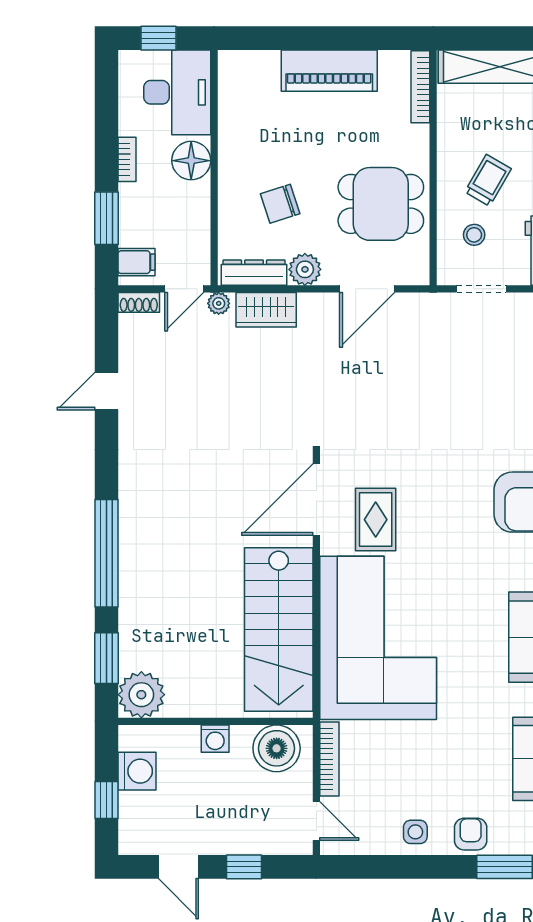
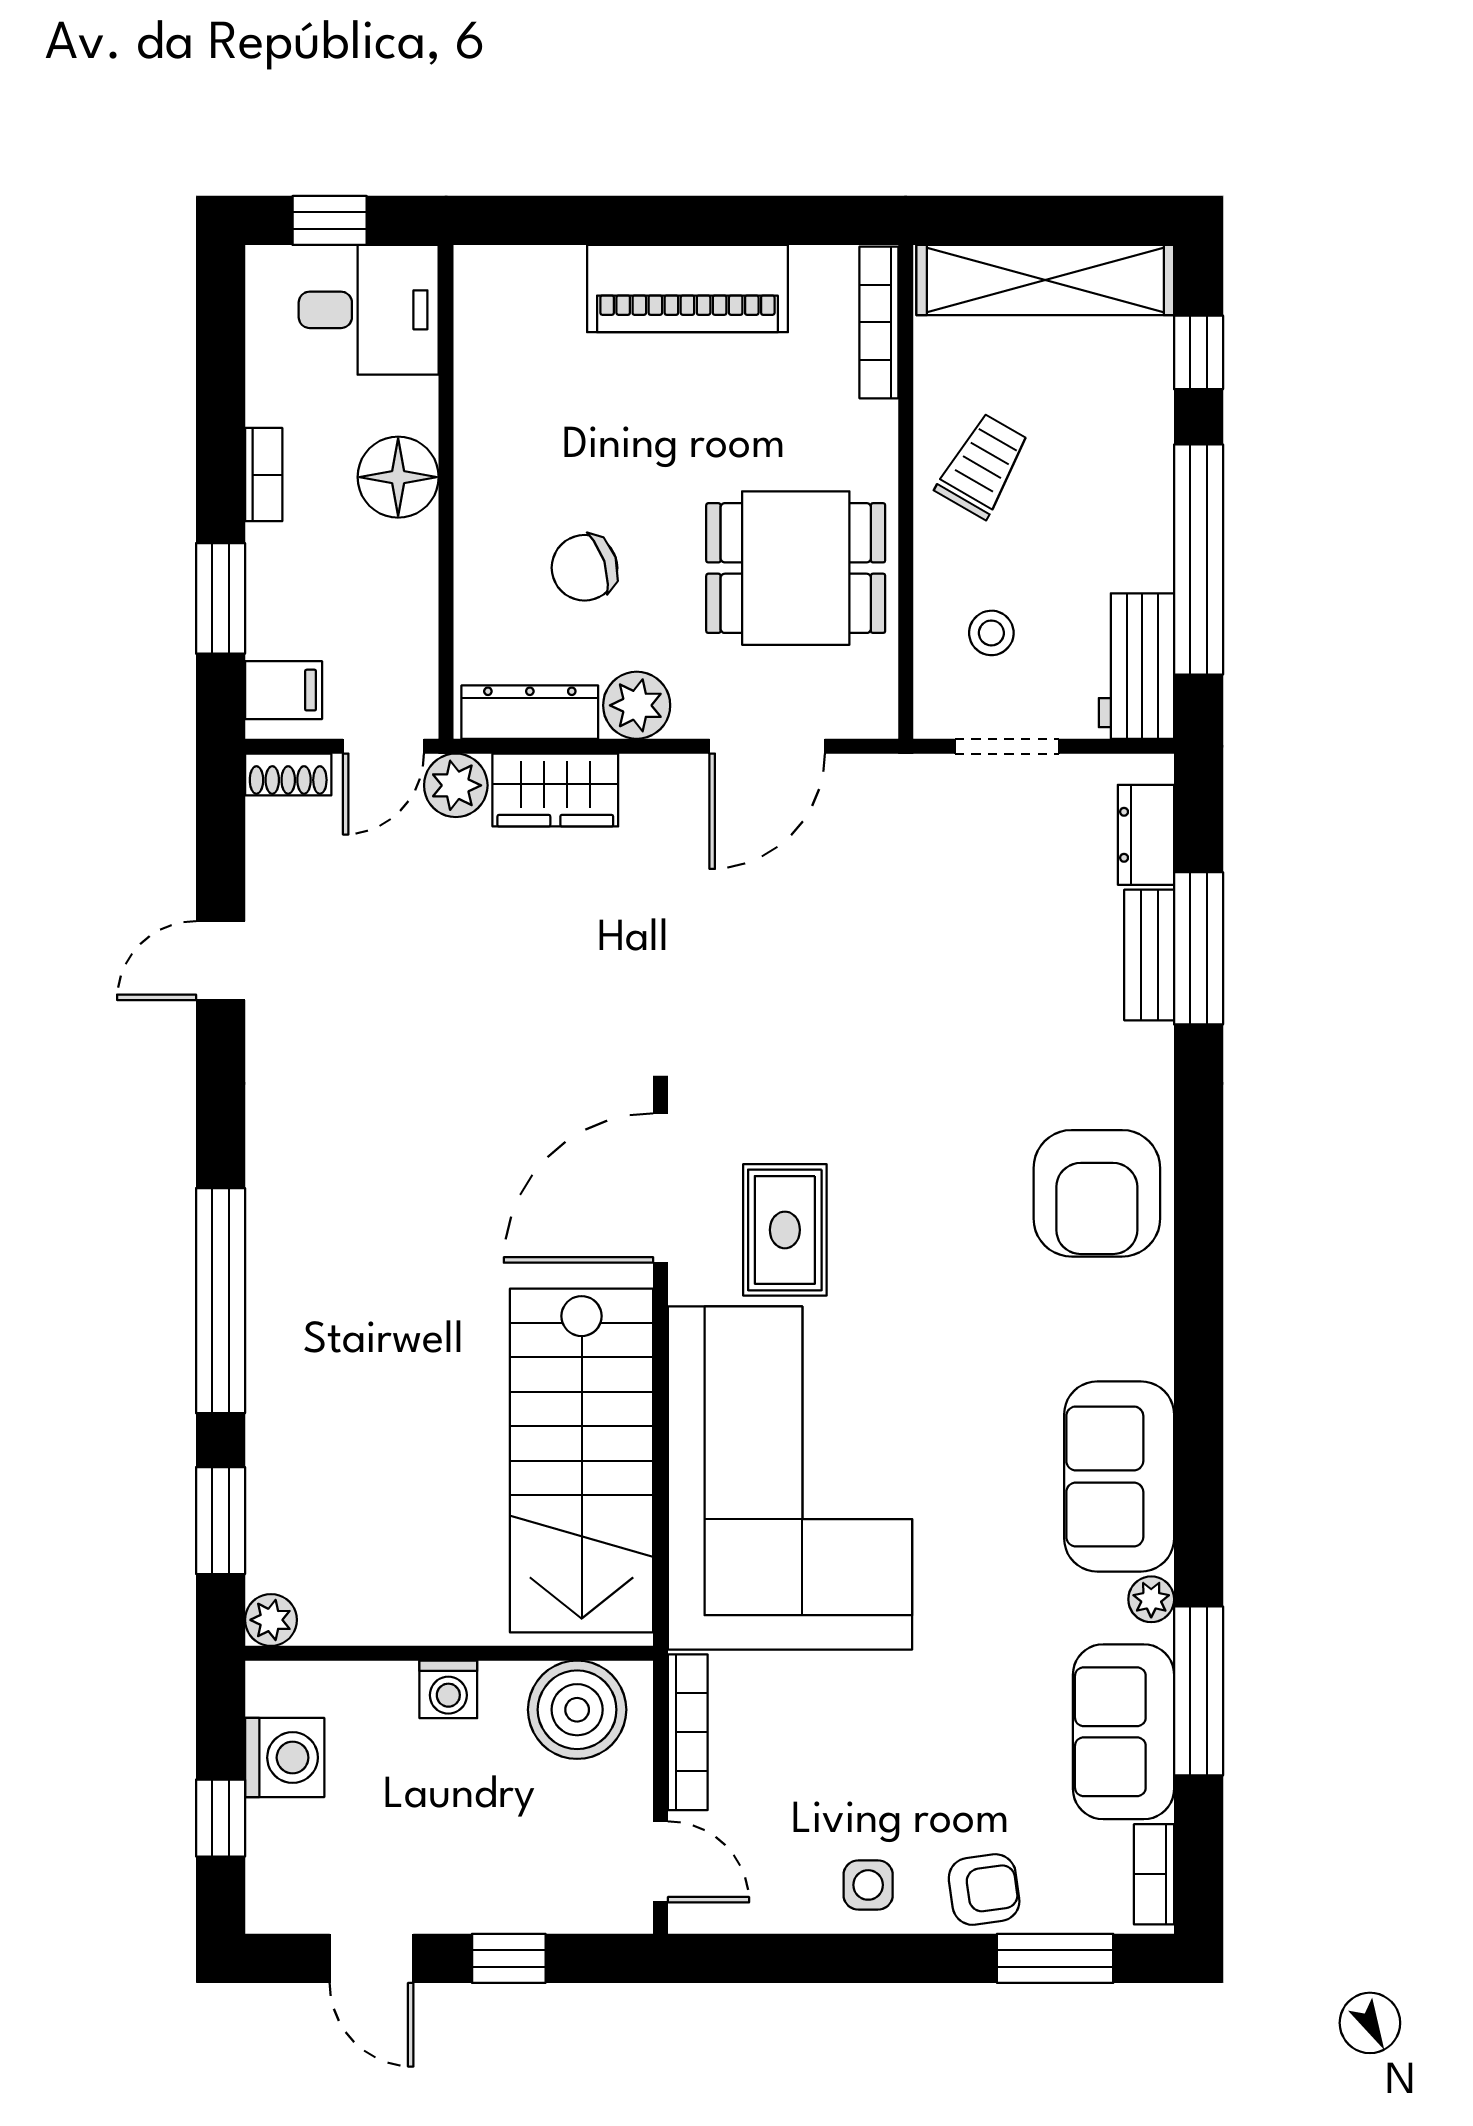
desk: (177, 92) -> (369, 310), width x0.73
trolley: (488, 180) -> (983, 466), moved
plant: (219, 303) -> (456, 785), width x1.38, depth x1.38
plant: (141, 695) -> (271, 1620), width x0.53, depth x0.53
armchair: (471, 834) -> (984, 1890), turned 82

